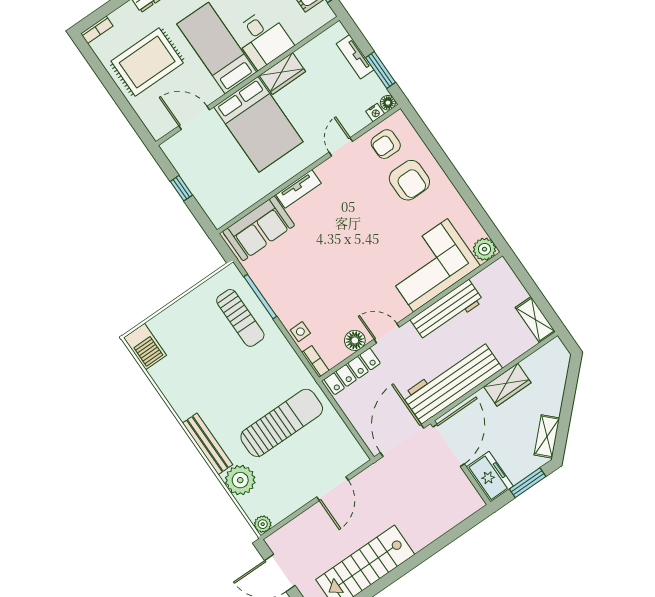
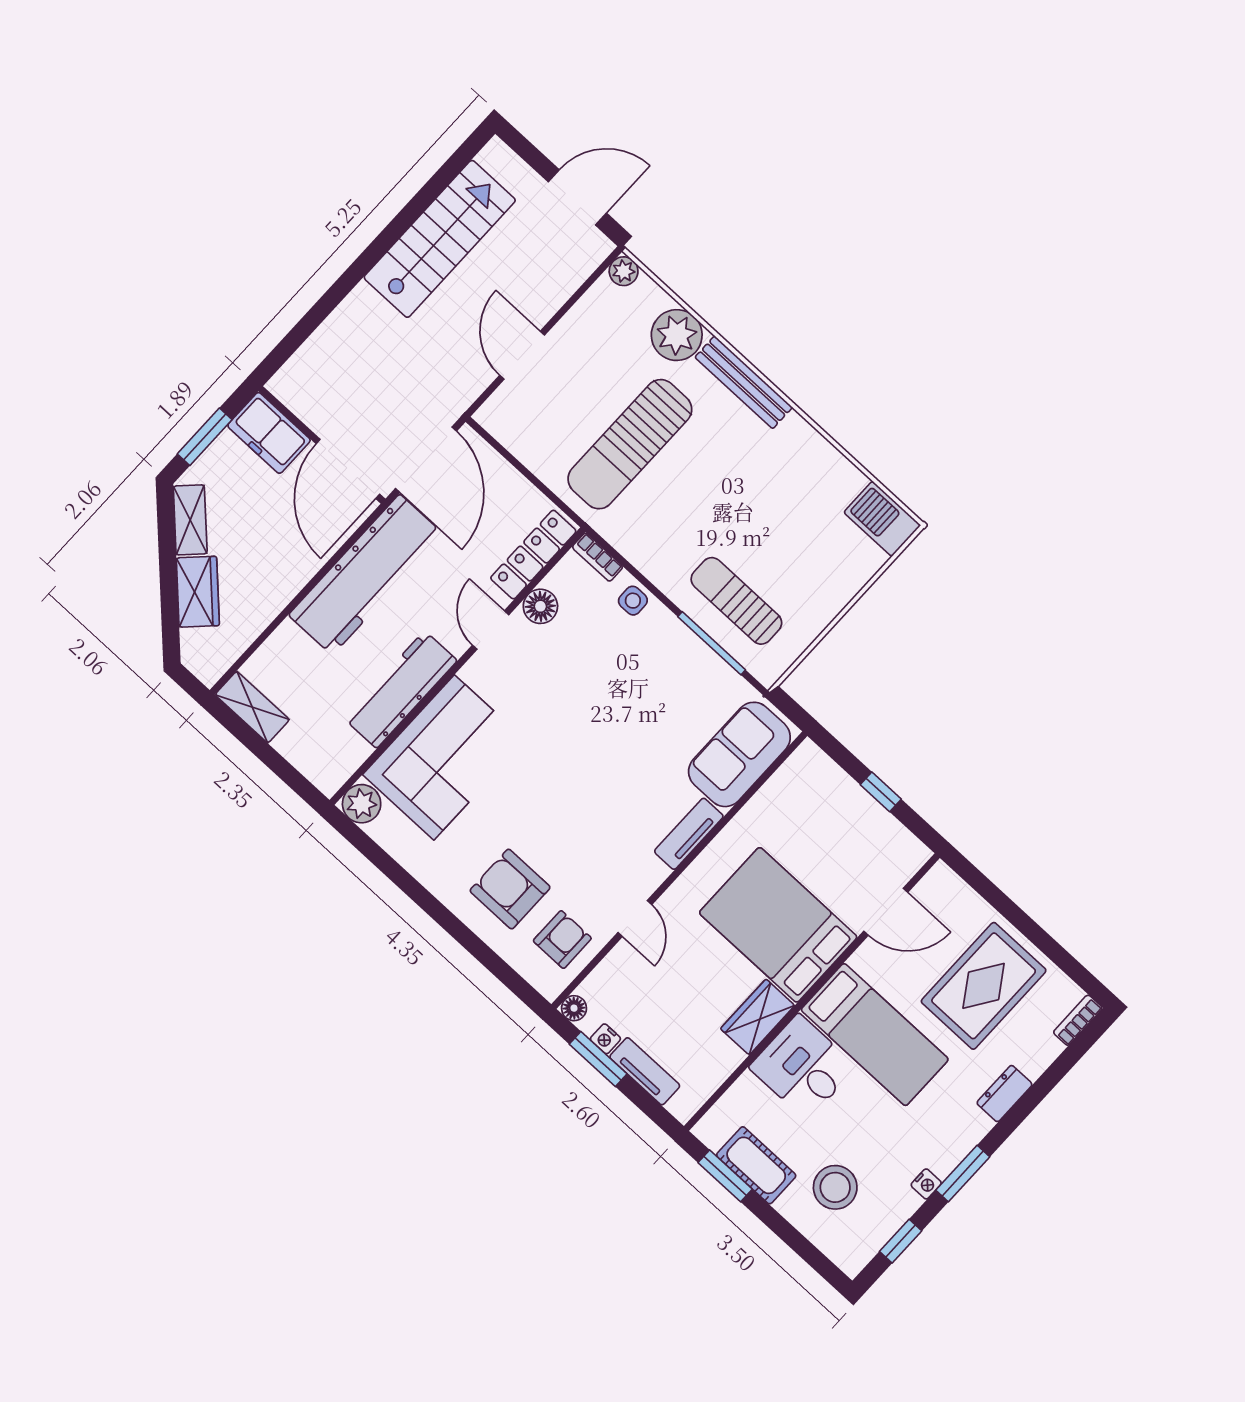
nightstand: (375, 112) -> (605, 1039), moved, turned -90
door: (387, 333) -> (491, 630), swing flipped
wardrobe: (507, 385) -> (198, 592), moved, turned 135

